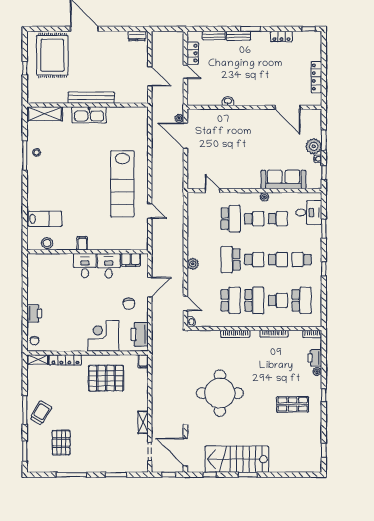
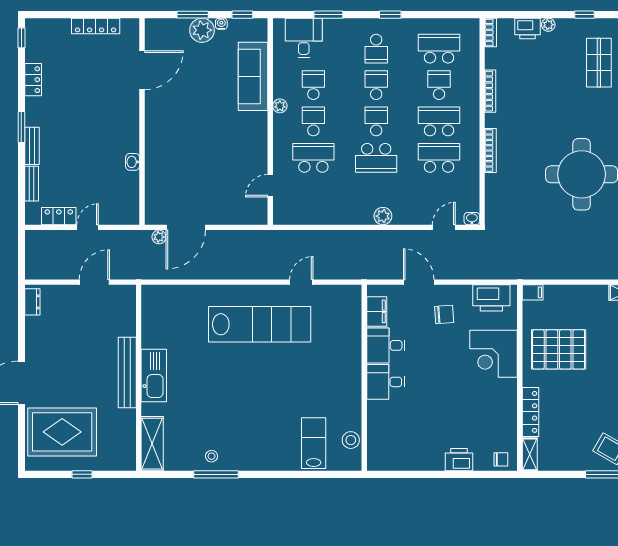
filing cabinet: (82, 243) -> (351, 386), removed
pallet: (106, 378) -> (559, 349), turned 90

